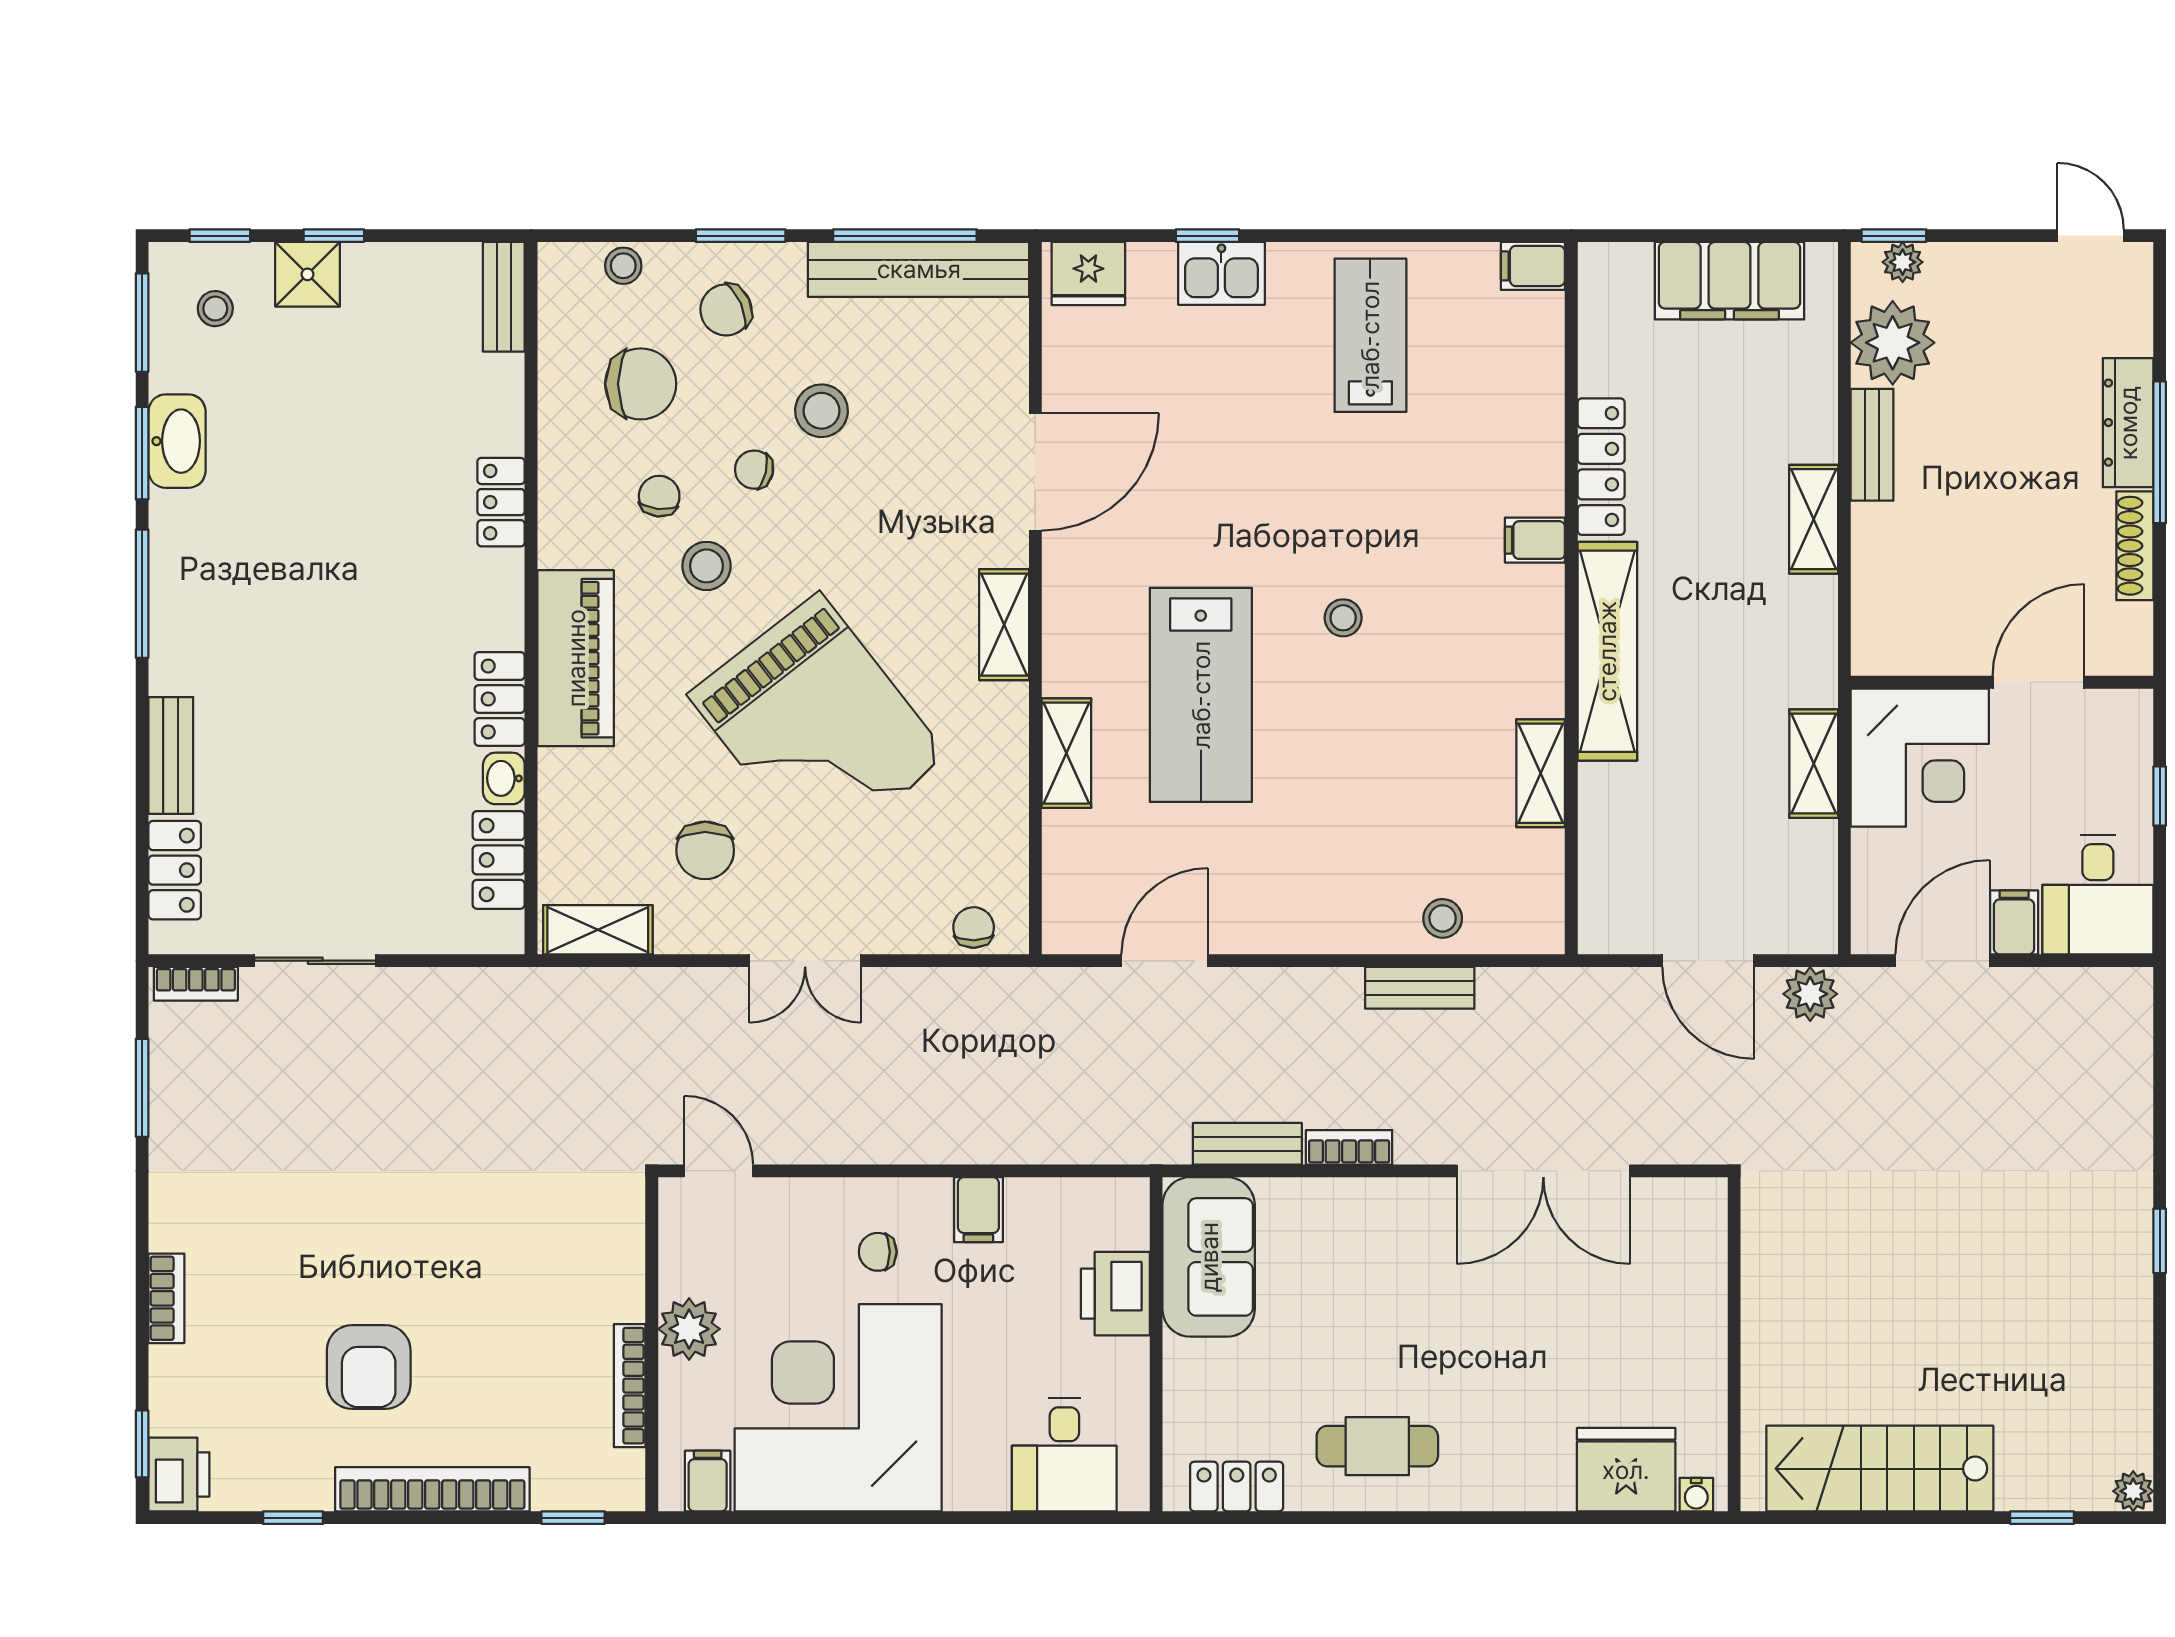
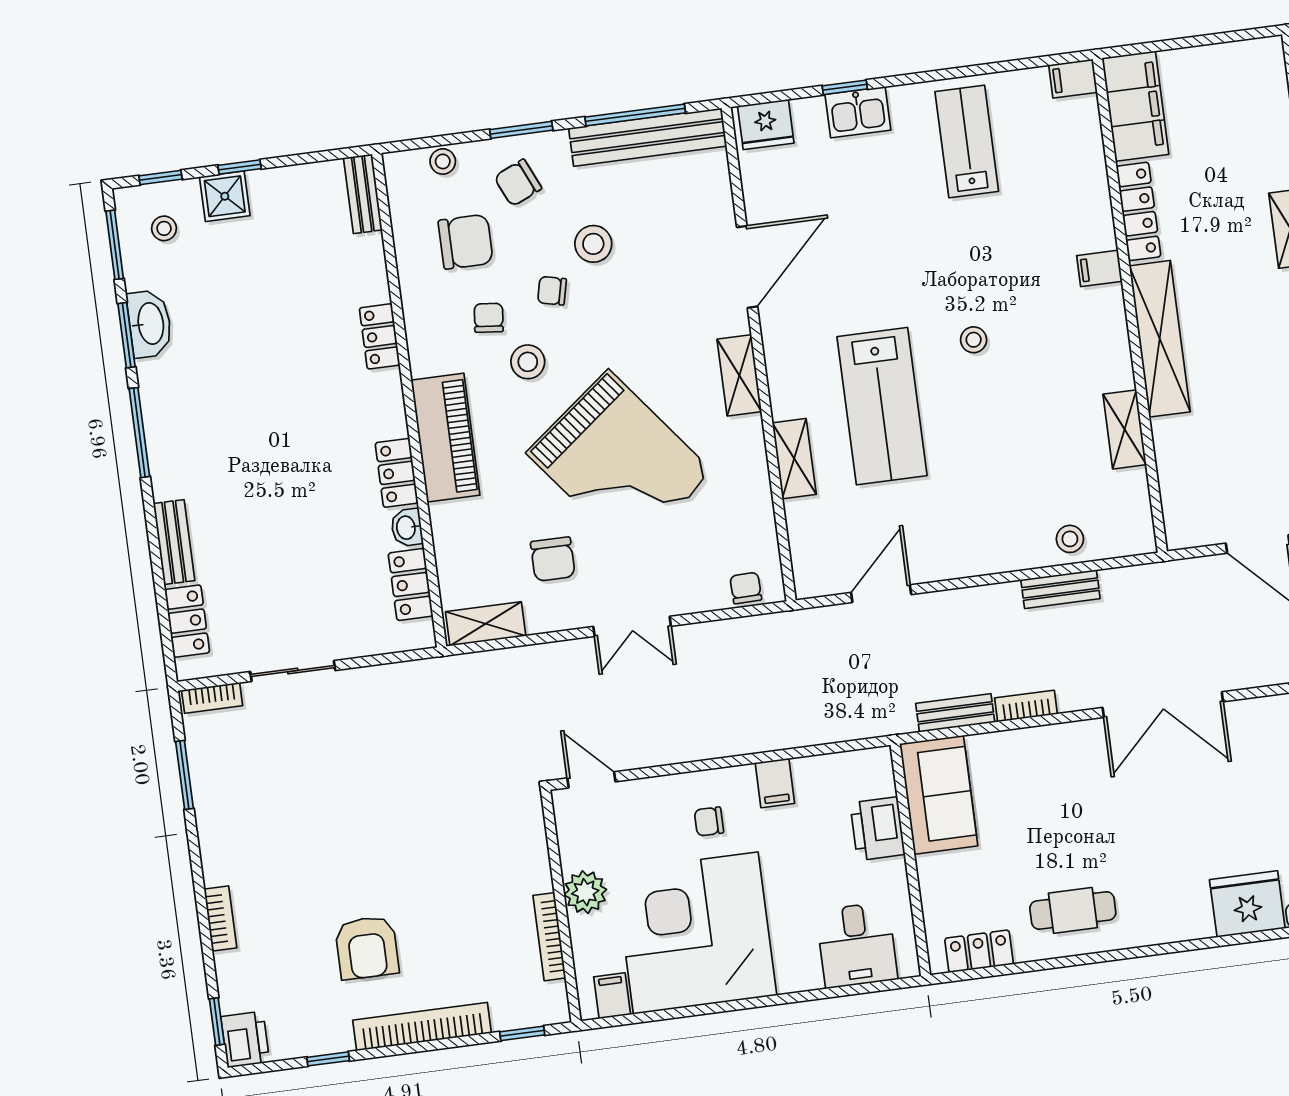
filing cabinet: (1729, 281) -> (1135, 106), moved, turned -90

